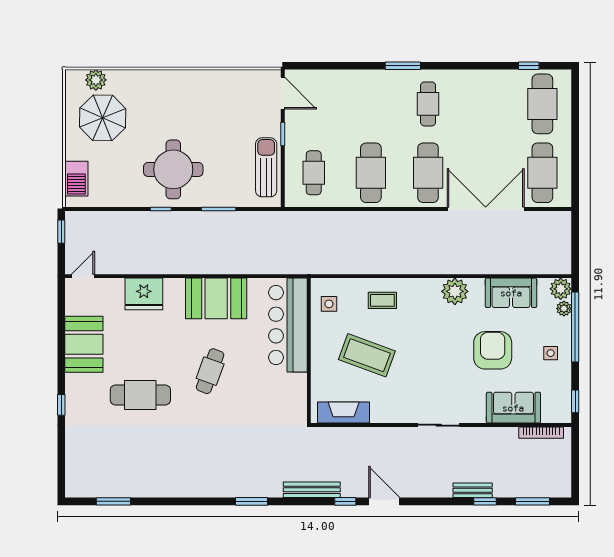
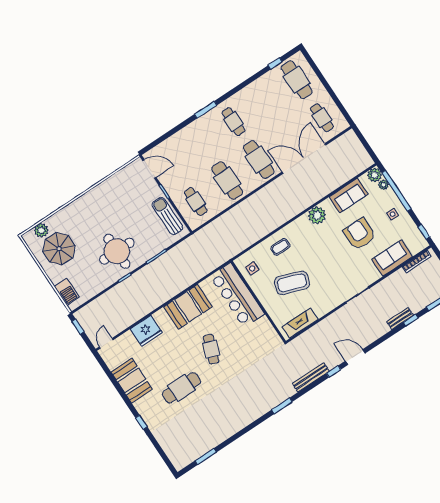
cafe table: (542, 173) -> (322, 118), width x0.73, depth x0.74

